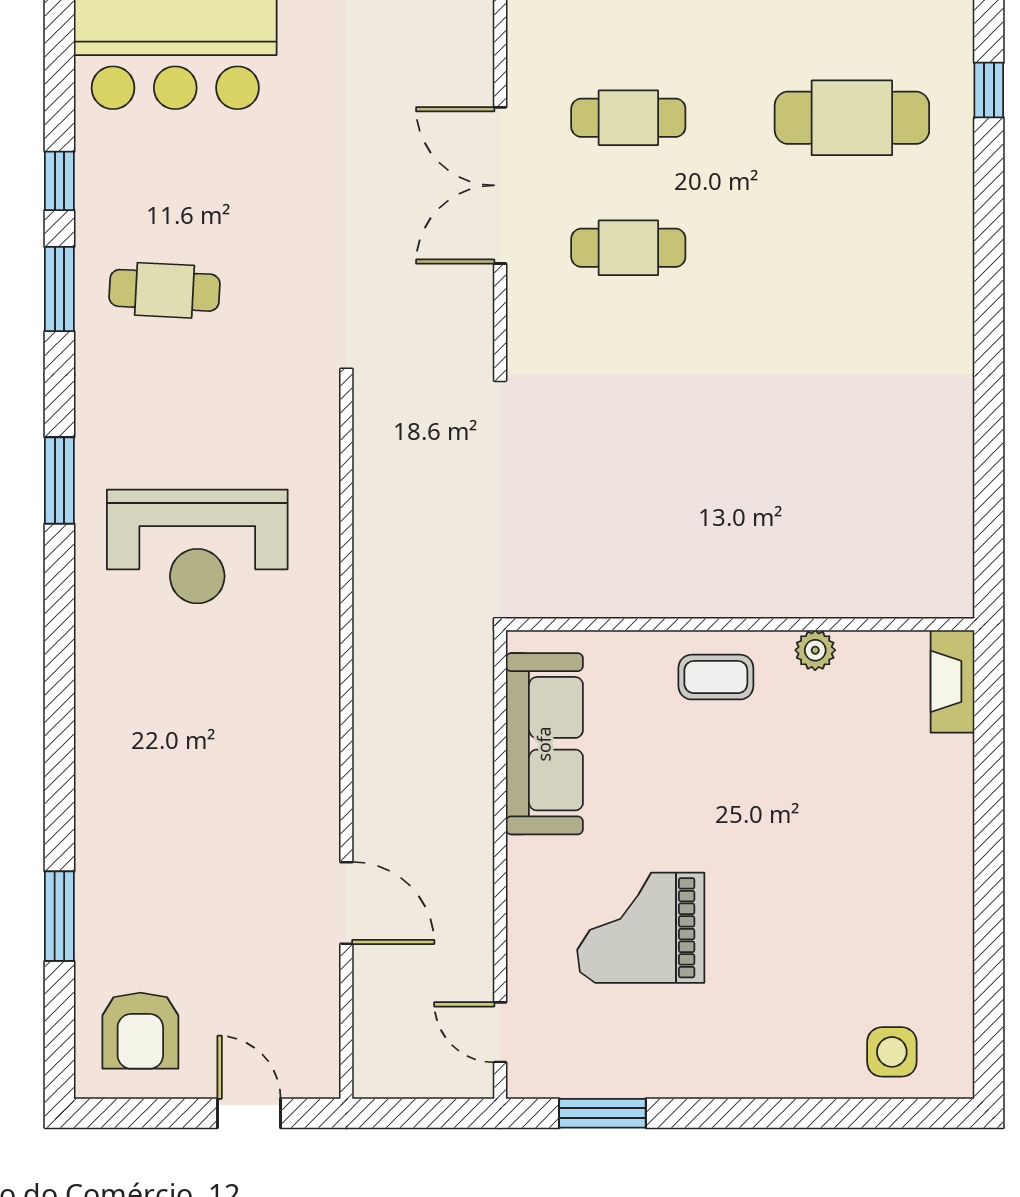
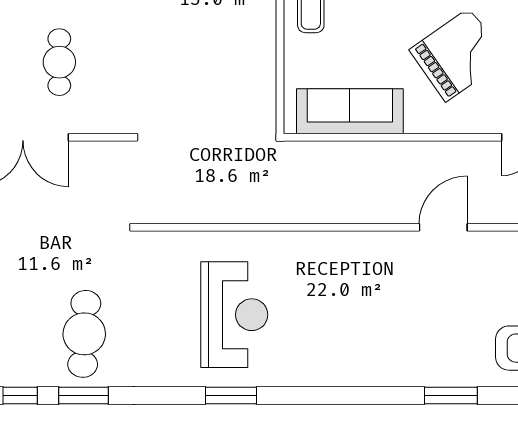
cafe table: (165, 290) -> (84, 334), width x1.37, depth x1.35
window: (59, 480) -> (231, 395), moved
grand piano: (641, 928) -> (458, 55), turned -125

